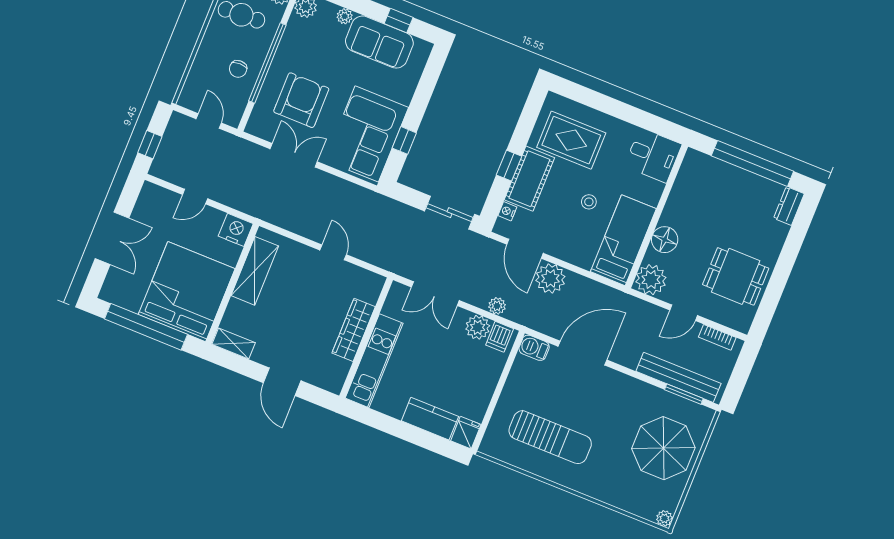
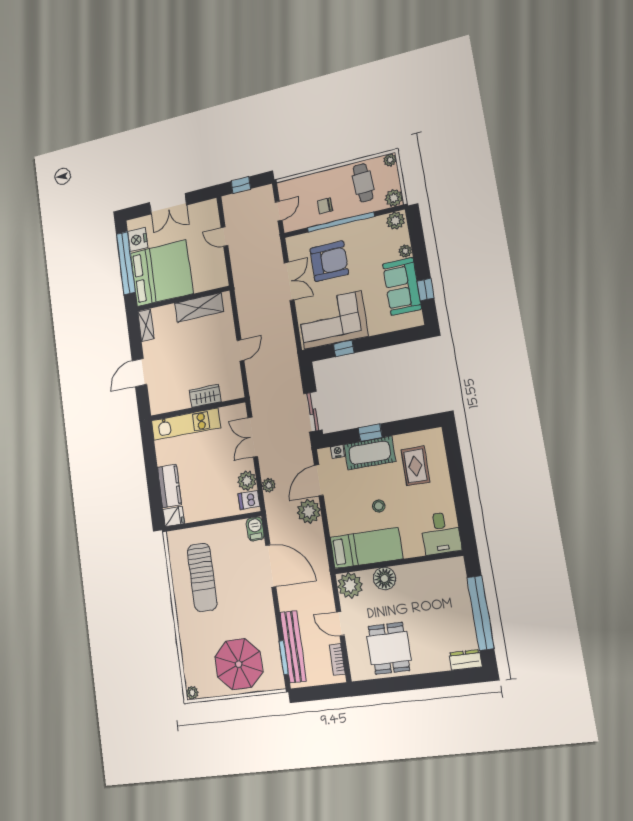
rug: (571, 140) -> (415, 466), width x0.73, depth x0.70
nightstand: (236, 230) -> (138, 240), moved, turned 180
wardrobe: (354, 330) -> (205, 396), width x0.67

